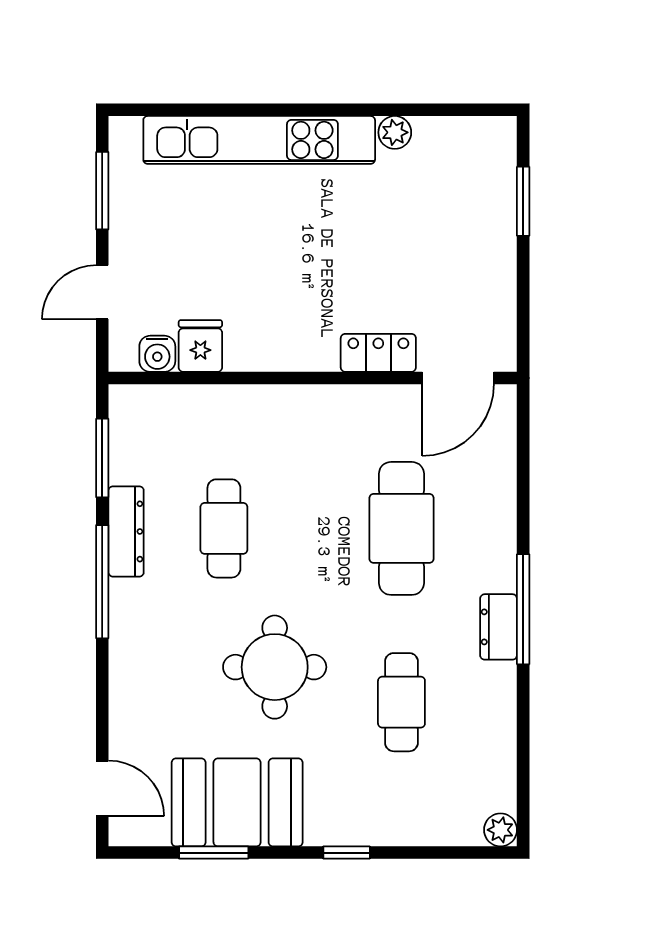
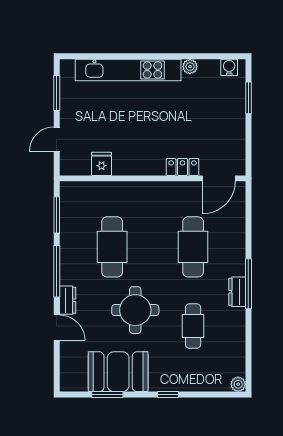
water cooler: (157, 354) -> (229, 67), moved, turned 180
cafe table: (224, 528) -> (112, 247), width x1.37, depth x1.35
dresser: (126, 531) -> (68, 300), moved, width x0.70
door: (102, 788) -> (57, 328), moved

